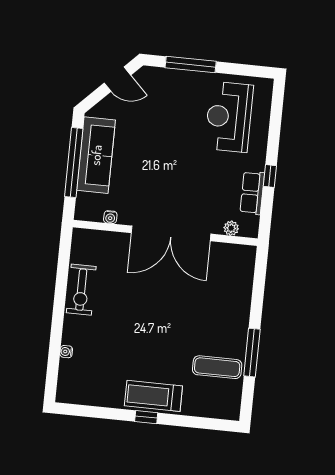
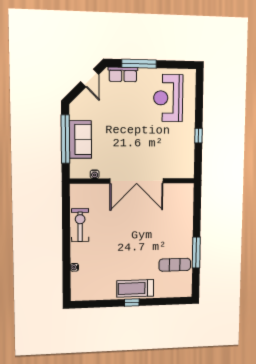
door: (117, 79) -> (90, 78), hinge flipped
sofa: (96, 155) -> (80, 139), width x0.73
row of seats: (252, 193) -> (123, 74), moved, turned -90
plant: (231, 228) -> (176, 173), removed
exercise bike: (81, 290) -> (80, 225), turned 180

